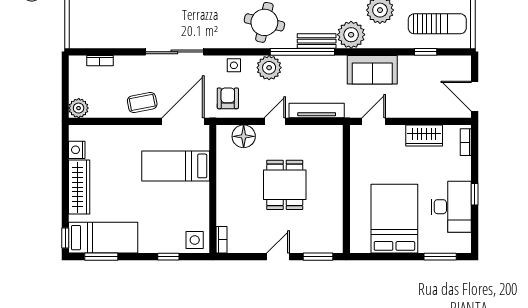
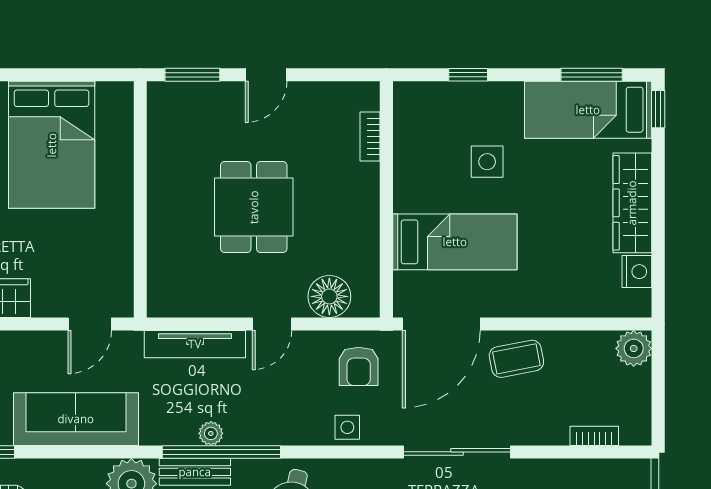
plant: (269, 68) -> (211, 433), moved, width x0.53, depth x0.53
sofa: (372, 70) -> (76, 419), width x1.36
side table: (195, 240) -> (487, 162), moved
bookcase: (222, 240) -> (370, 136), moved

